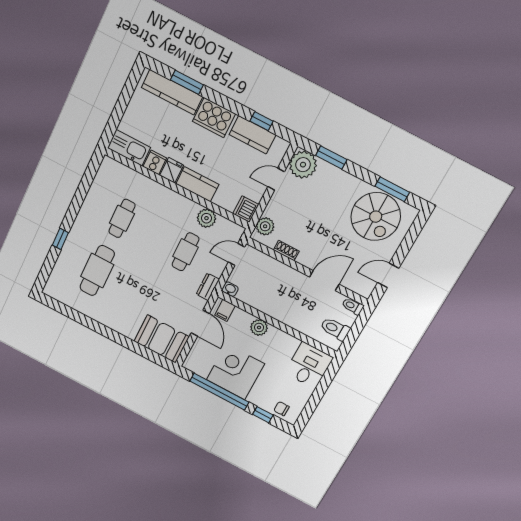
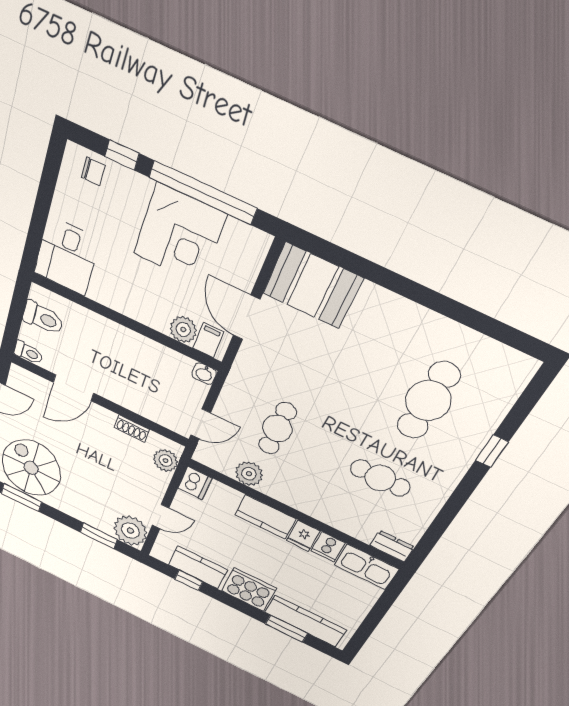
cafe table: (122, 218) -> (380, 478), turned 90
dresser: (208, 287) -> (392, 546), moved, turned -90
plant: (259, 327) -> (183, 330), moved

